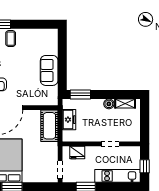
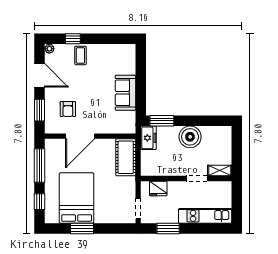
shelving: (125, 103) -> (220, 170), moved
boiler: (109, 104) -> (190, 137), width x1.86, depth x1.86
freezer: (69, 120) -> (148, 138), moved
window: (145, 166) -> (237, 205), removed

